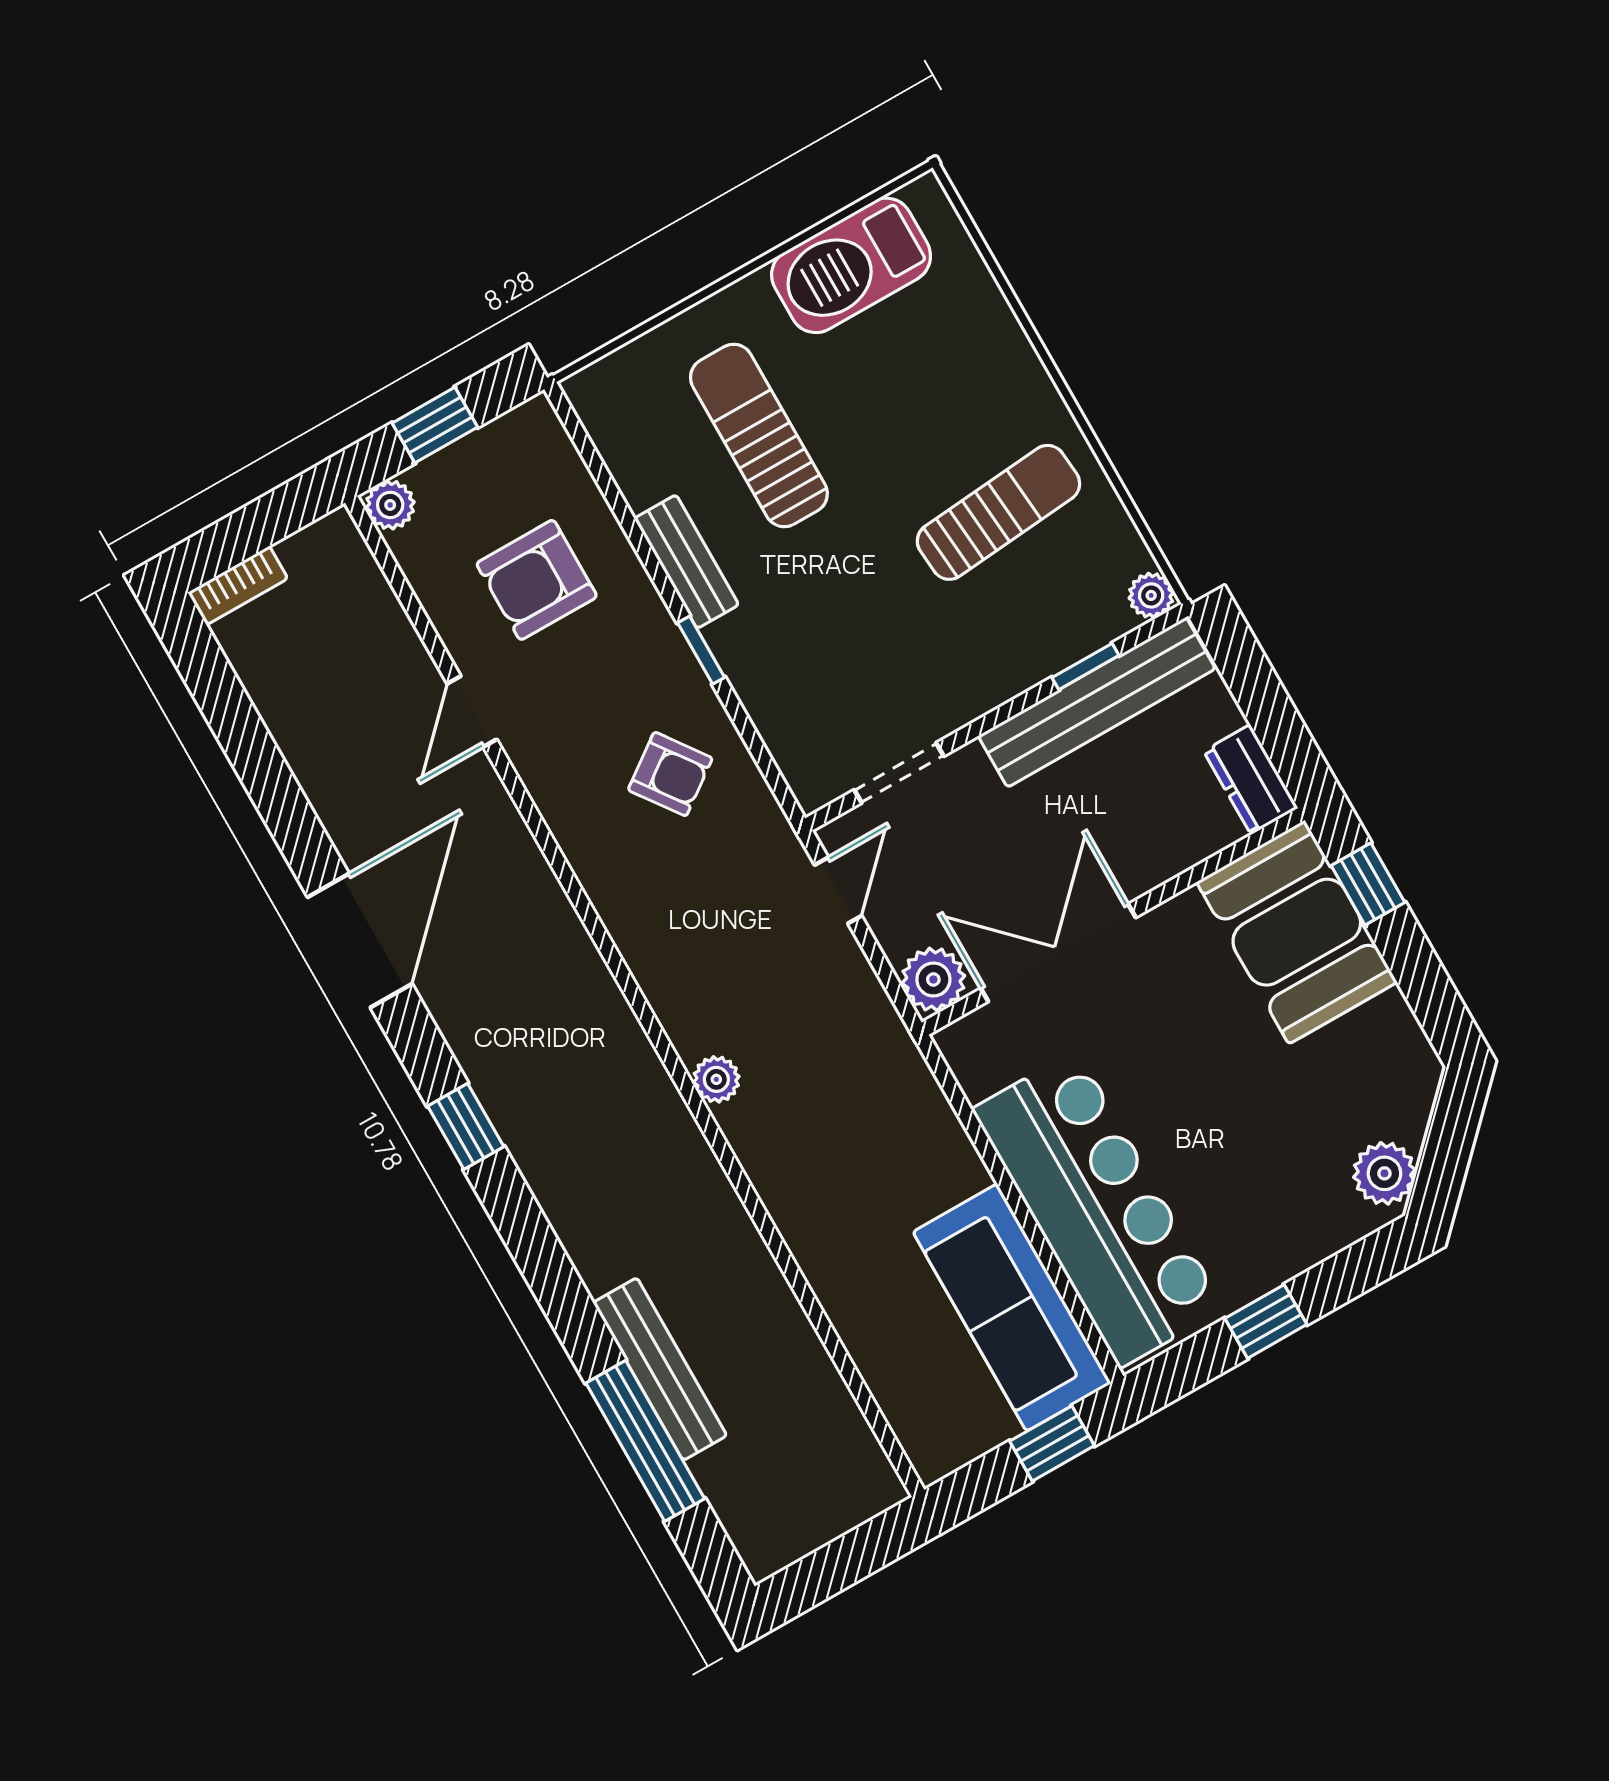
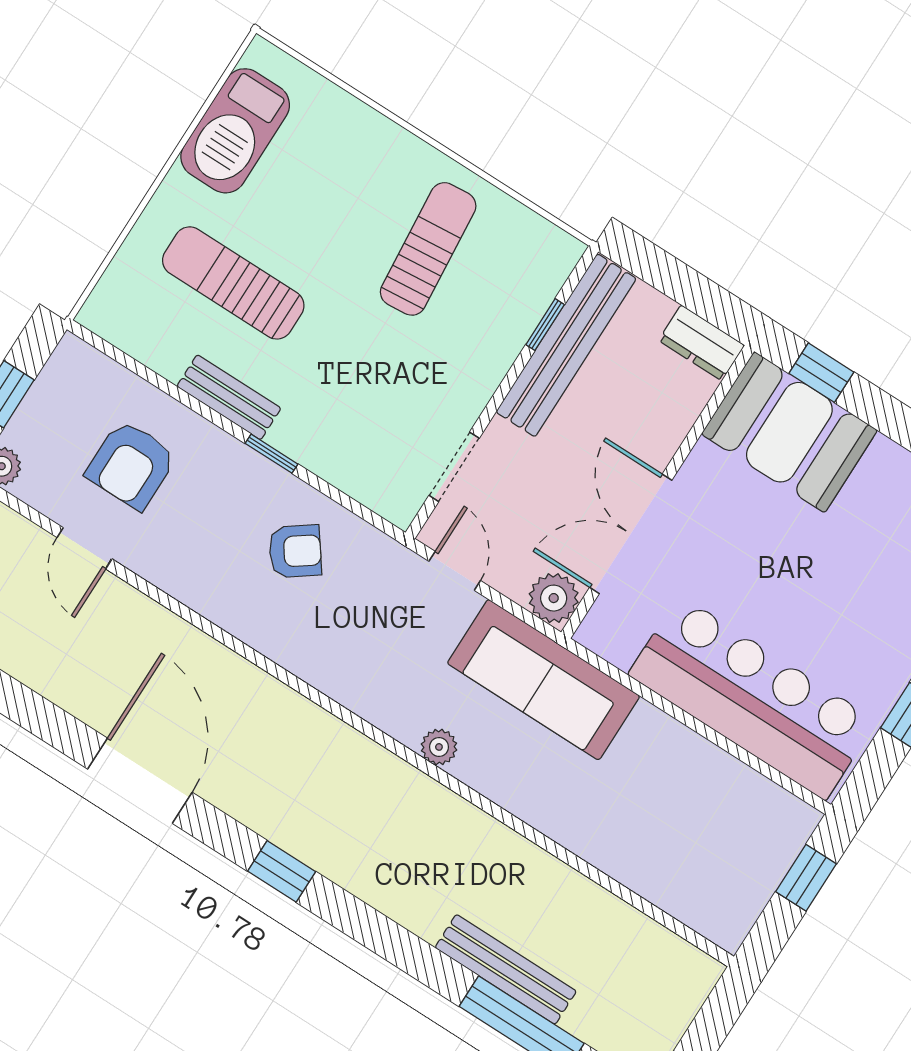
plant: (1151, 595) -> (565, 251), removed
door: (472, 711) -> (84, 548), moved
sofa: (1012, 1308) -> (543, 680), moved

